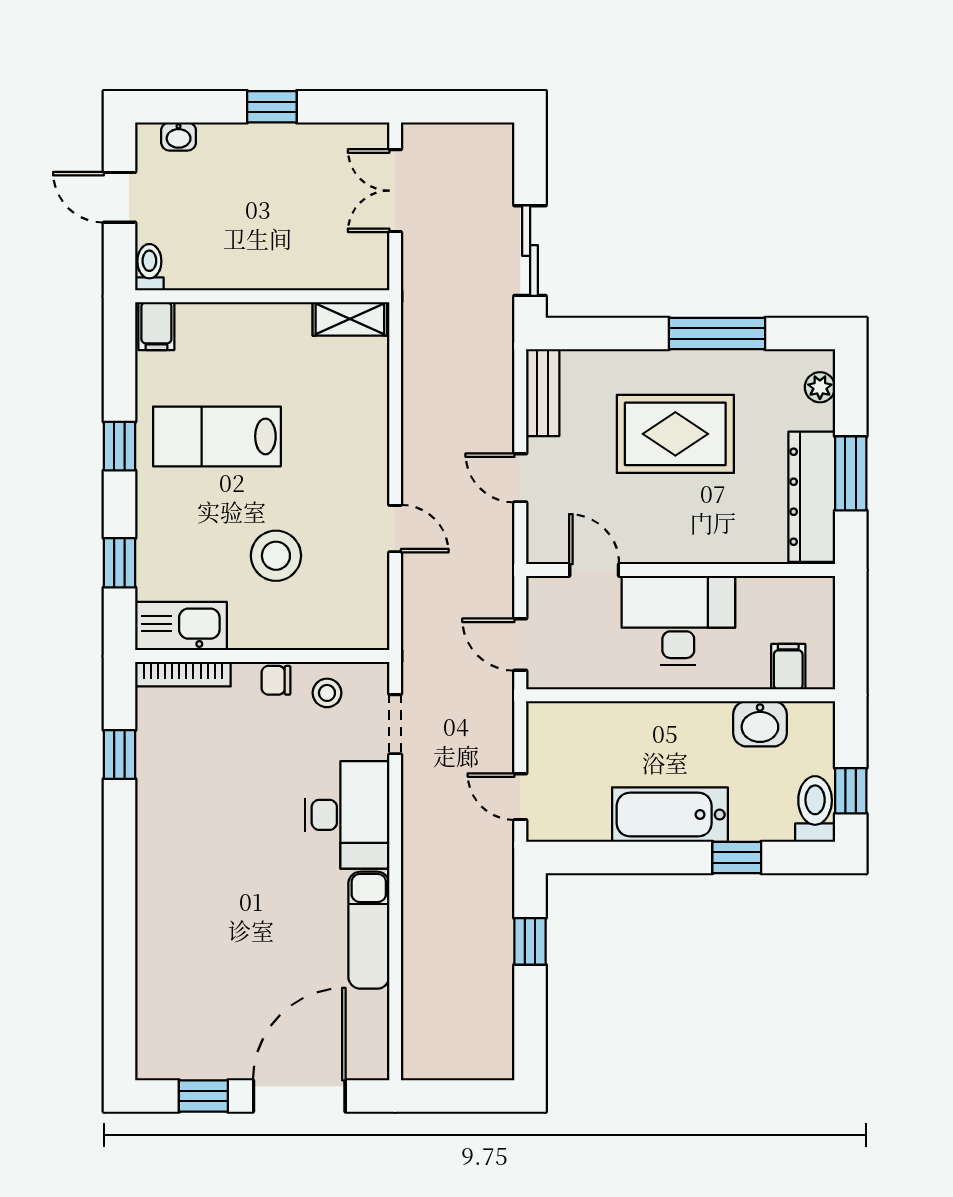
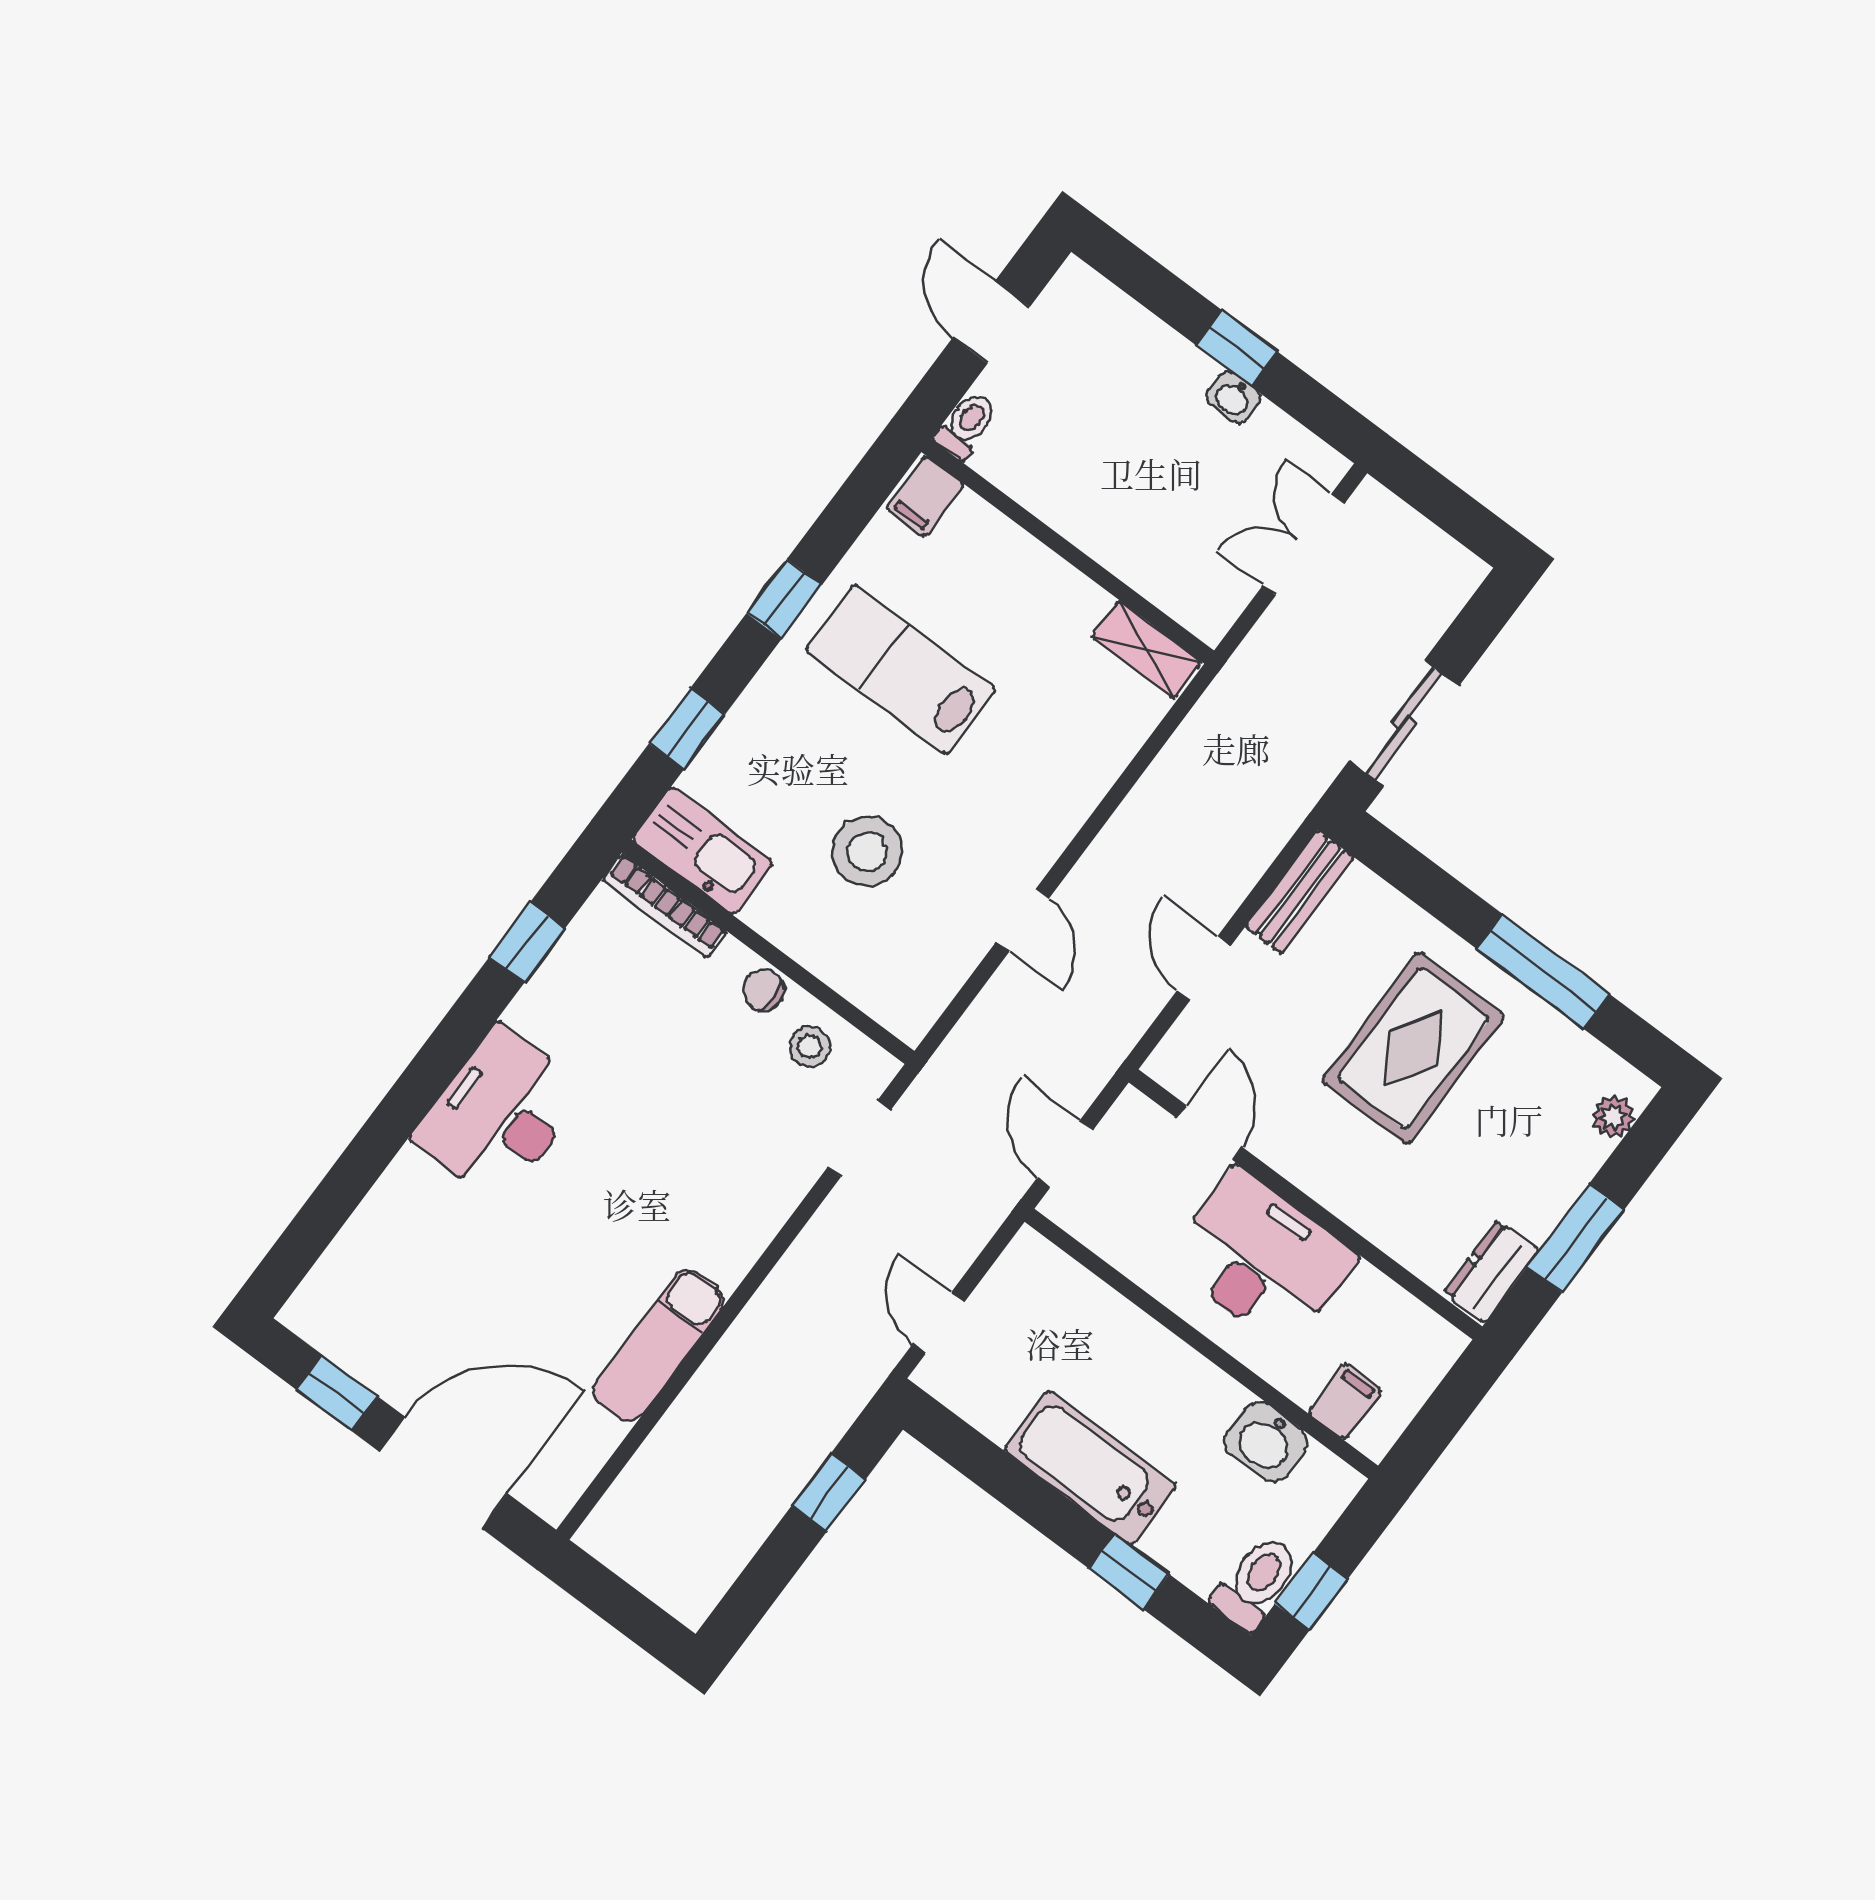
washbasin: (179, 136) -> (1233, 398), moved
rug: (675, 434) -> (1413, 1048), turned 90
dresser: (812, 497) -> (1491, 1271), width x0.51, depth x0.80
desk: (347, 815) -> (499, 1114), moved, turned 180

